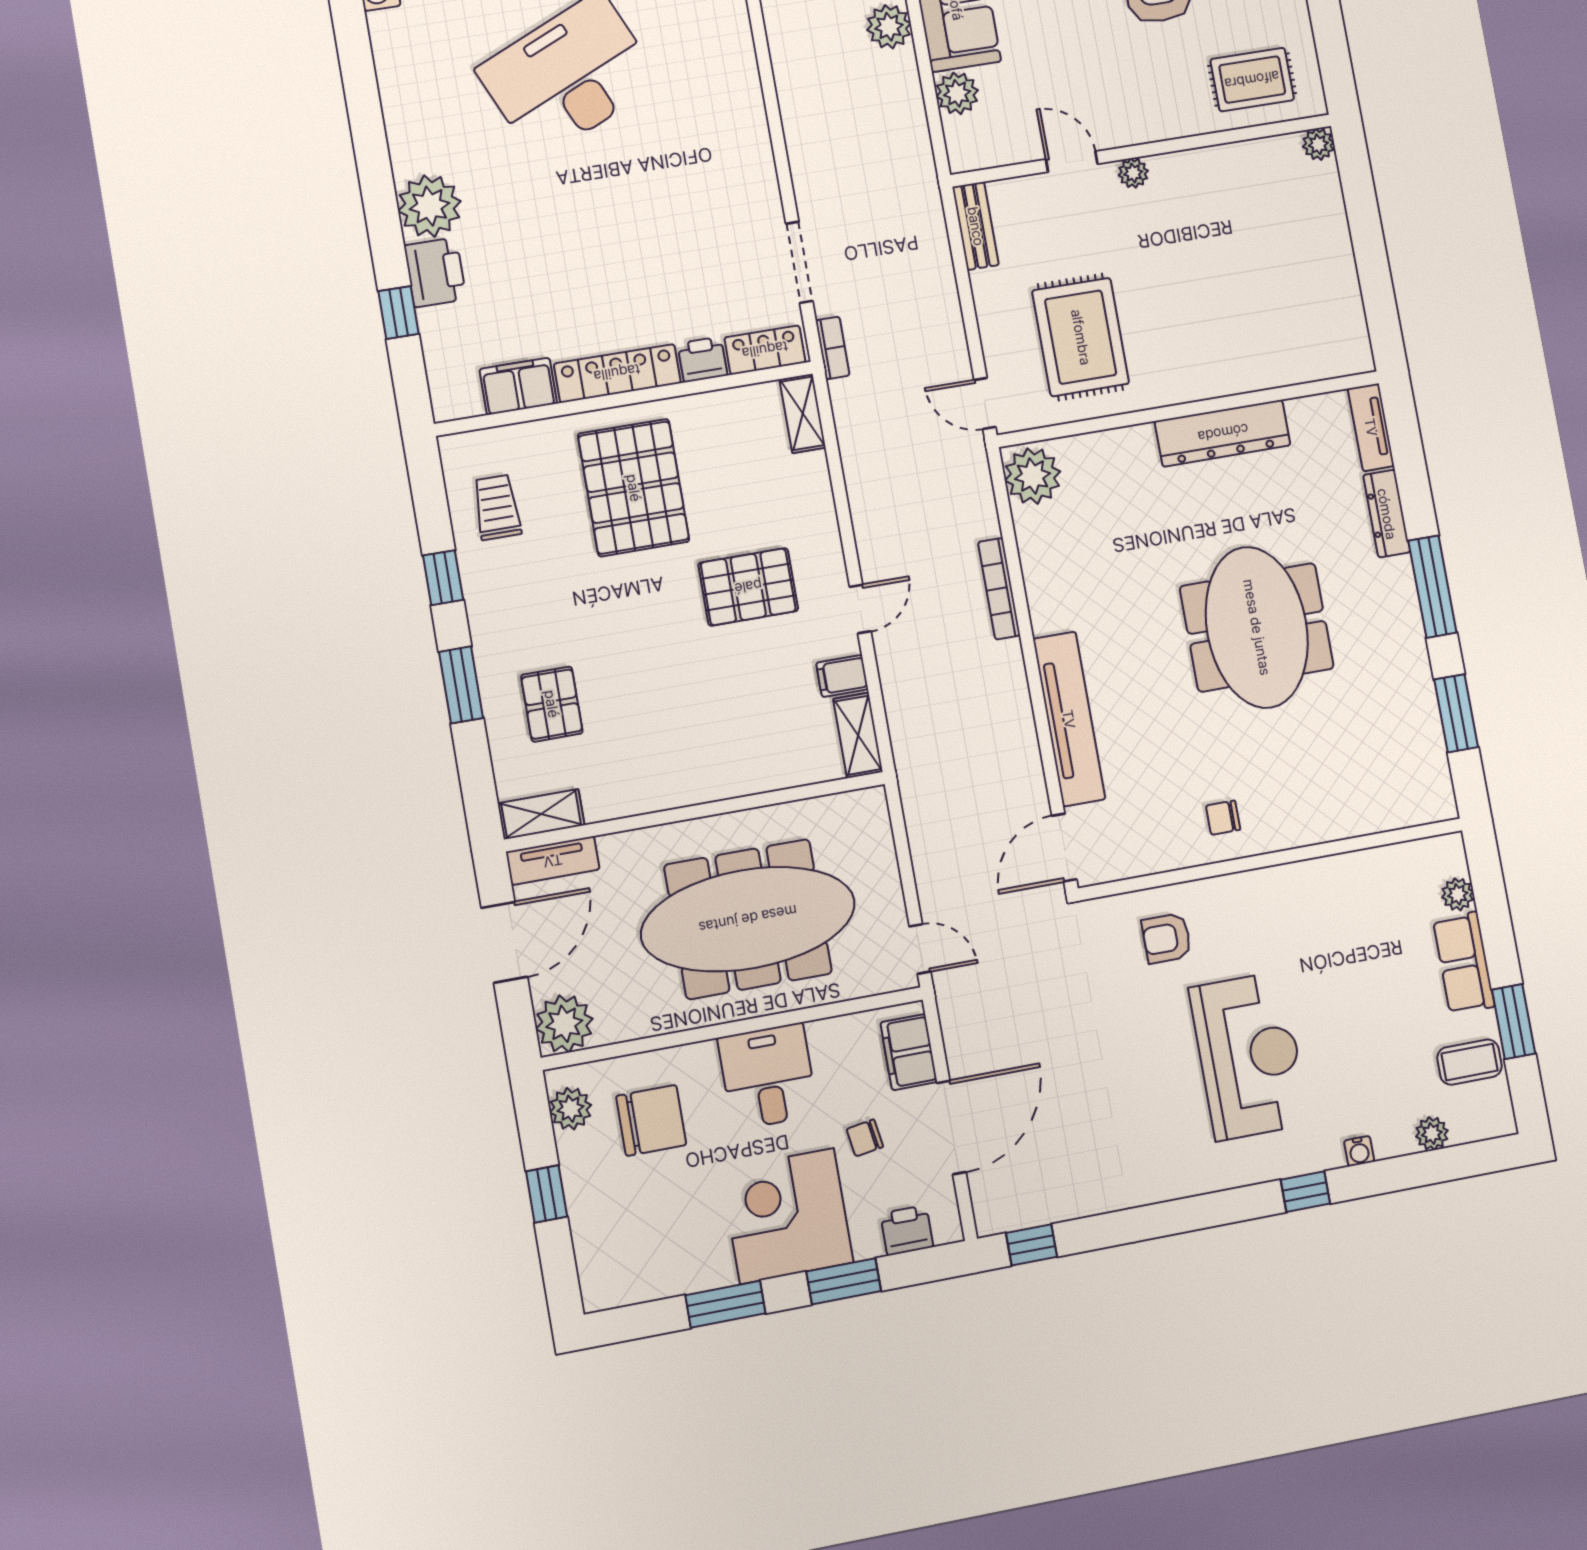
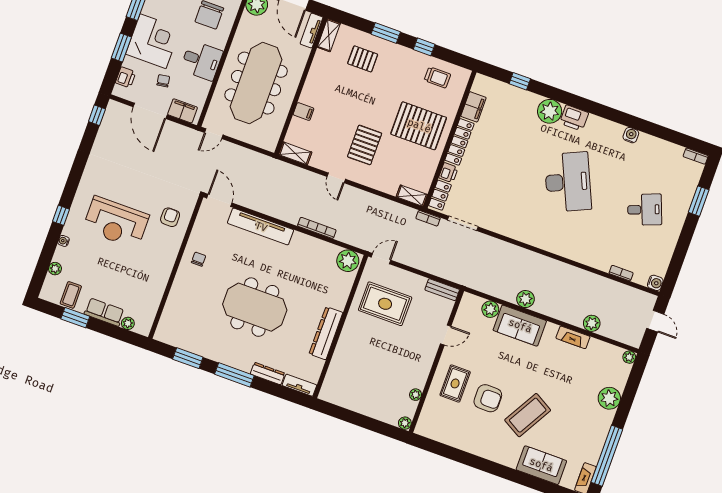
rug: (1252, 80) -> (455, 383), moved
plant: (1133, 173) -> (416, 395), moved
printer: (435, 272) -> (574, 118), moved
filing cabinet: (842, 676) -> (304, 112), moved, turned 90

